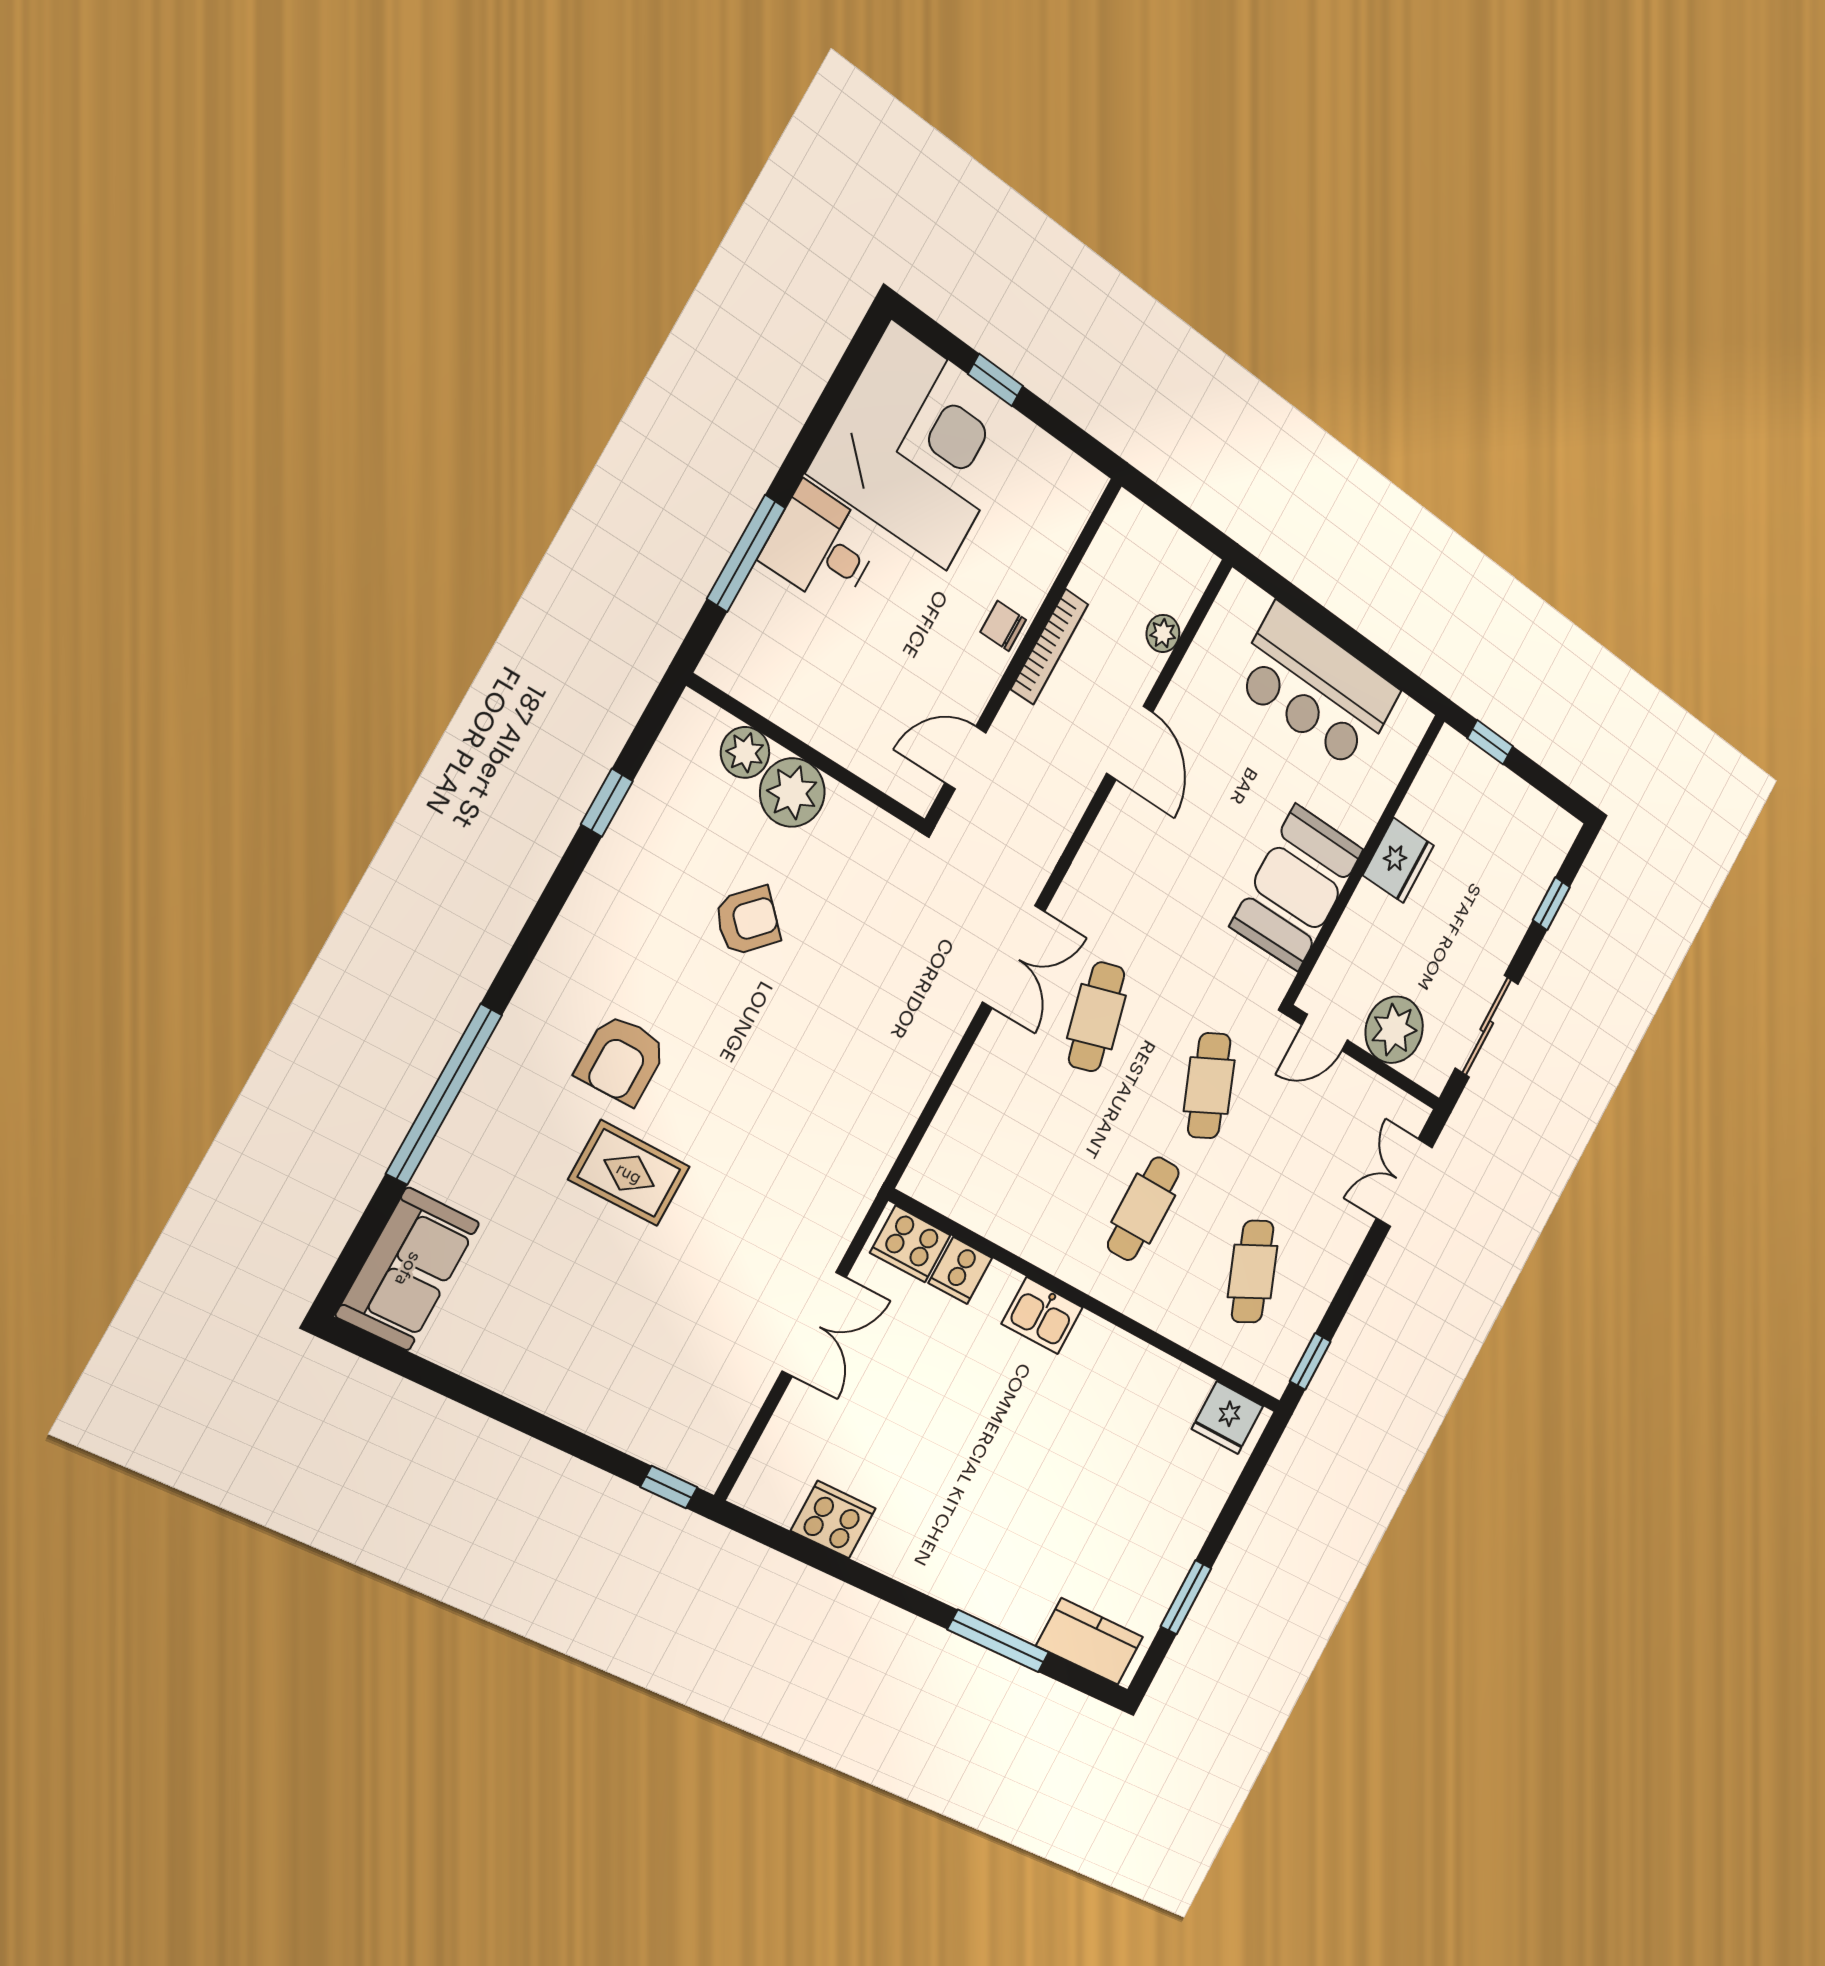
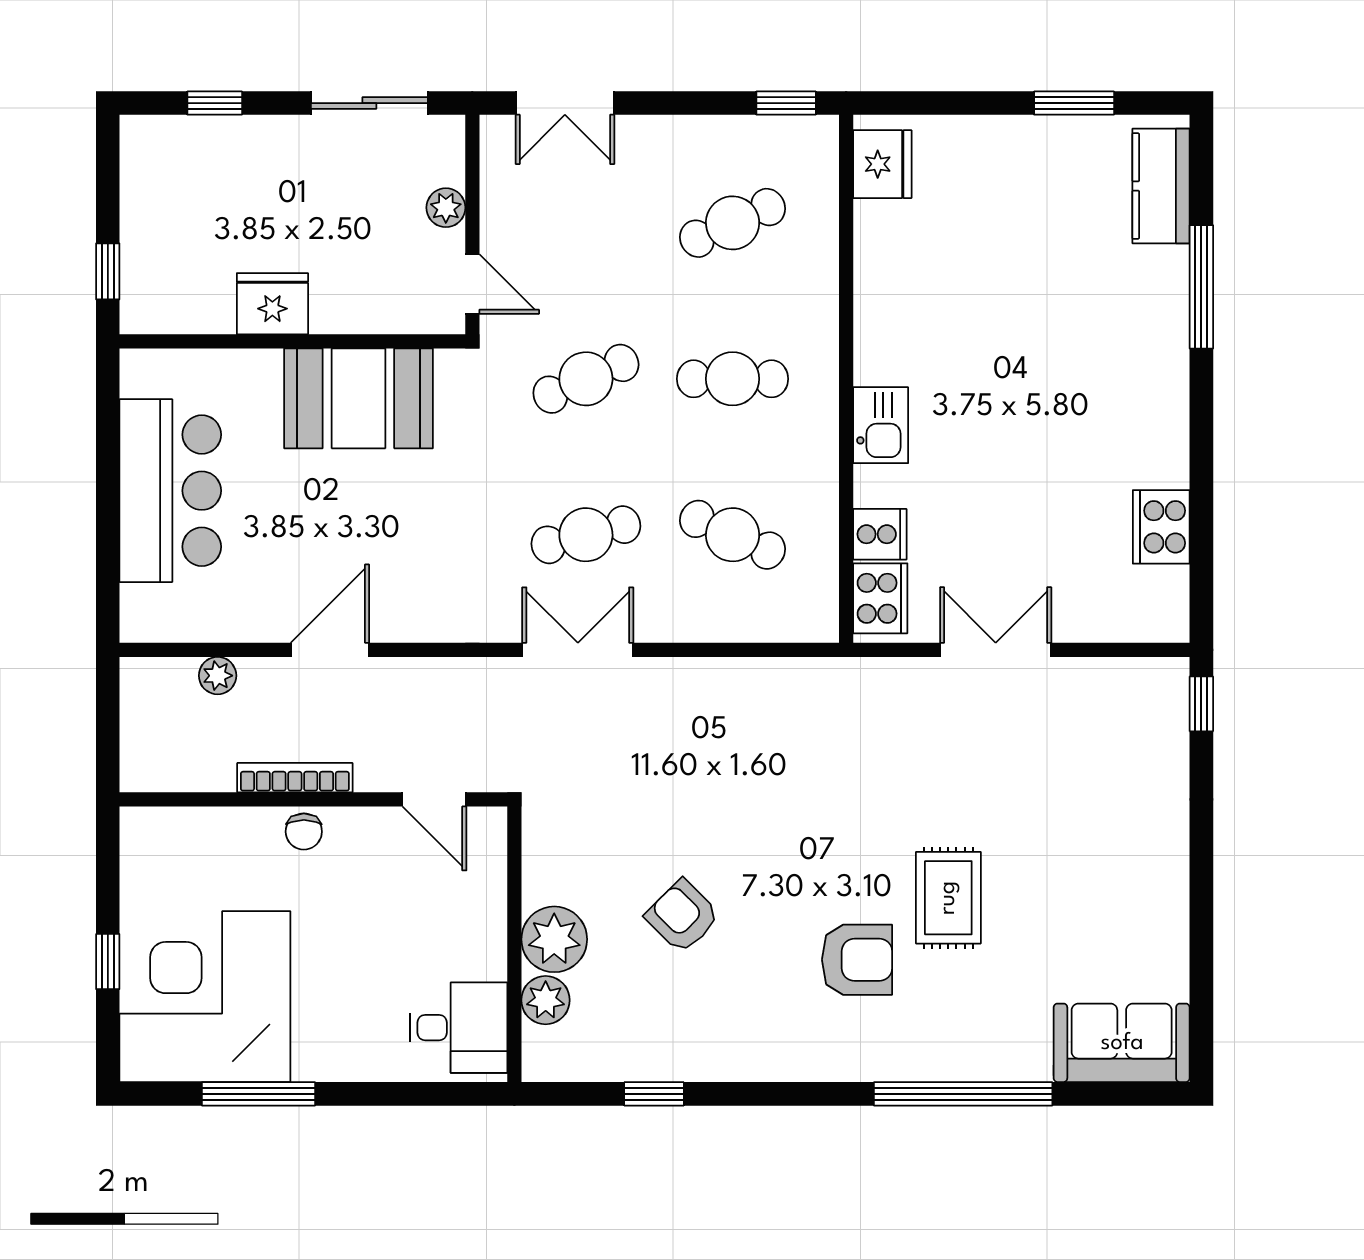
desk: (821, 546) -> (459, 1028), moved, turned -90
window: (746, 553) -> (259, 1094), moved
plant: (1394, 1030) -> (446, 208), width x0.53, depth x0.53
cafe table: (1029, 1143) -> (733, 535), added

